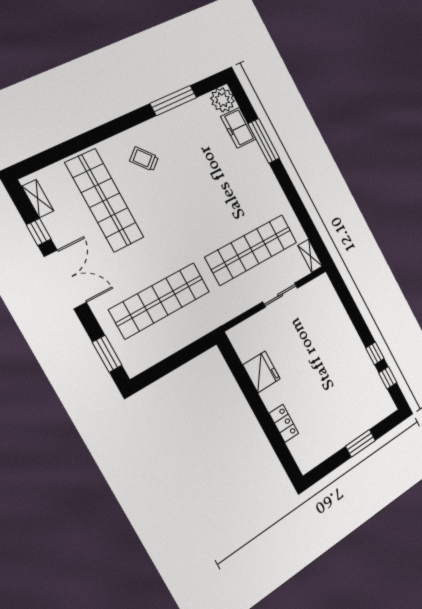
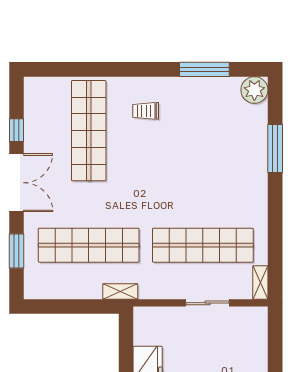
freezer: (238, 128) -> (256, 124), removed
trolley: (144, 159) -> (146, 111), turned -50
shelving: (38, 199) -> (120, 292), moved, turned 90
window: (107, 354) -> (16, 251), moved

